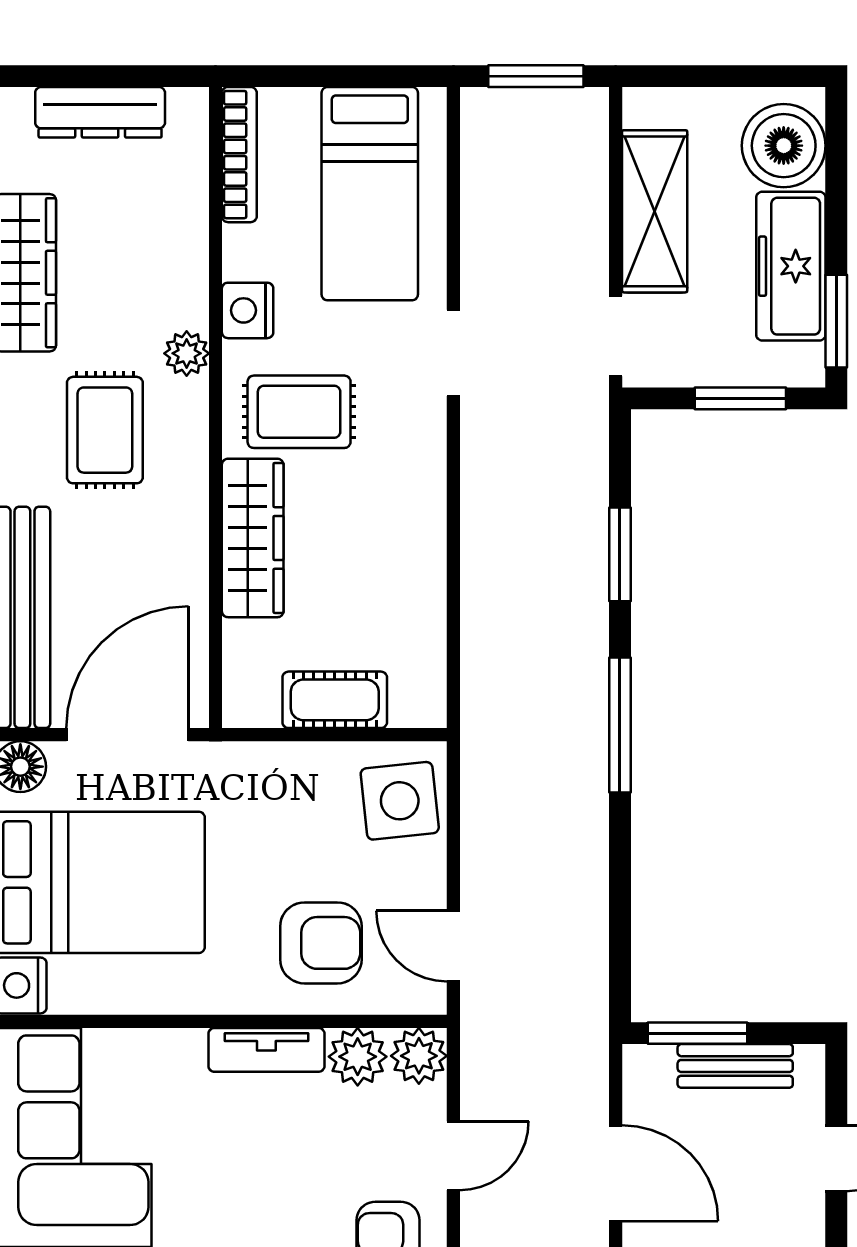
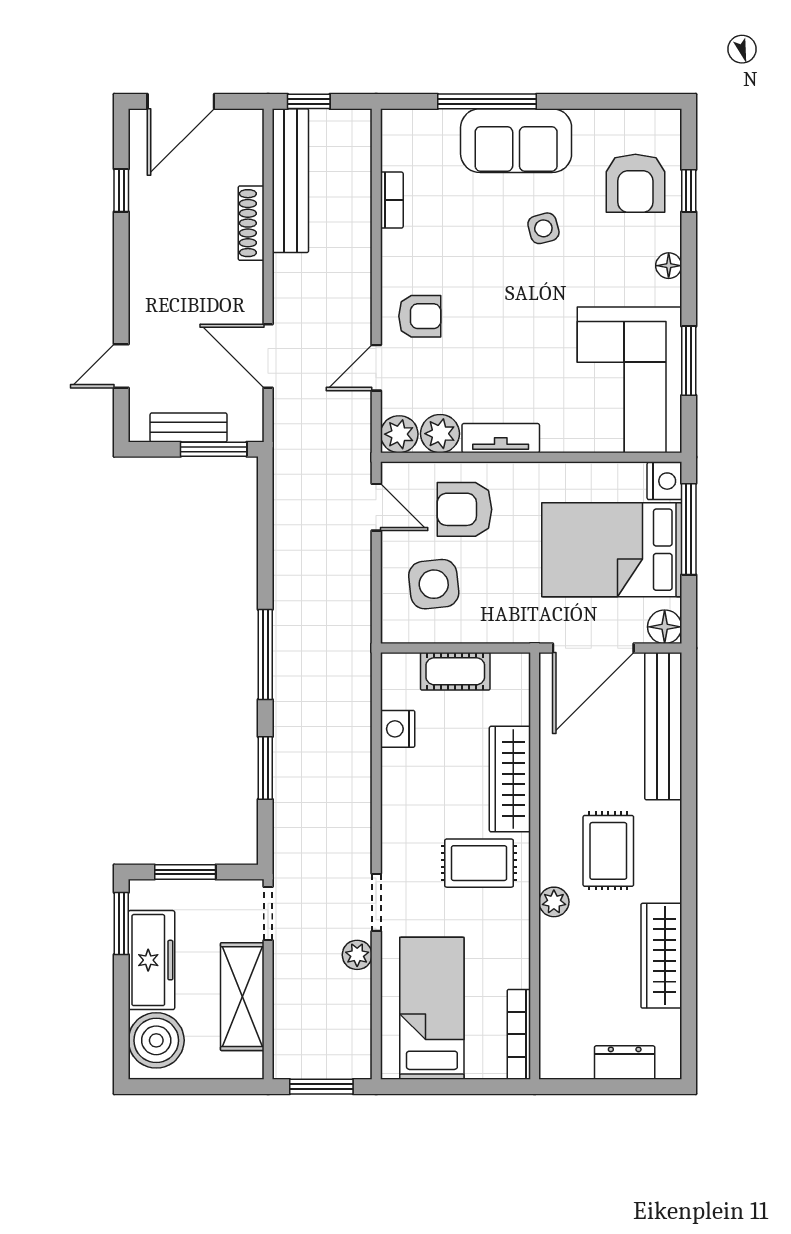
dresser: (100, 112) -> (625, 1063), width x0.70
plant: (482, 274) -> (357, 955), added
nightstand: (248, 310) -> (398, 729), moved, turned 180
side table: (400, 801) -> (434, 584), moved

